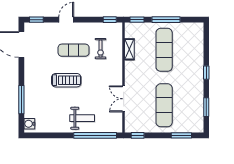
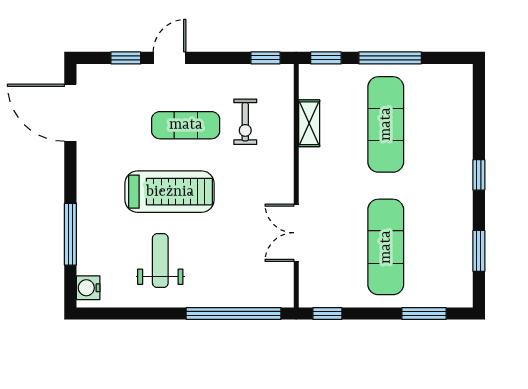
window: (36, 20) -> (126, 58), moved
treadmill: (66, 80) -> (170, 192), width x1.37, depth x1.38
weight bench: (82, 118) -> (160, 261), moved, turned -90

